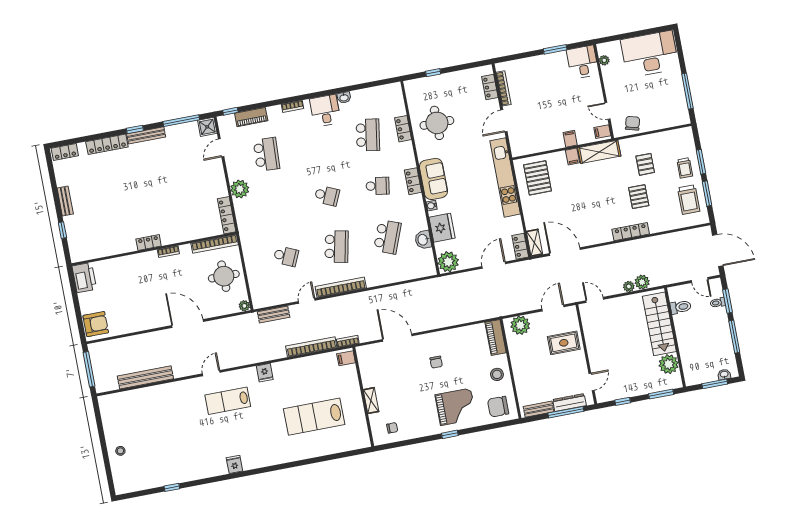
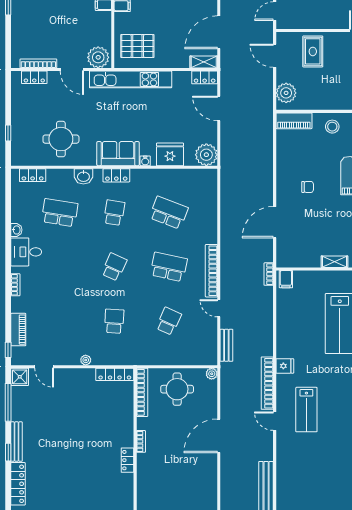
locker: (403, 129) -> (33, 175), moved
plant: (520, 143) -> (98, 57), added
school desk: (266, 154) -> (114, 321), moved, width x0.54
plant: (240, 189) -> (86, 360), width x0.53, depth x0.53
washbasin: (423, 240) -> (83, 176), moved
bookcase: (311, 347) -> (267, 383), moved

